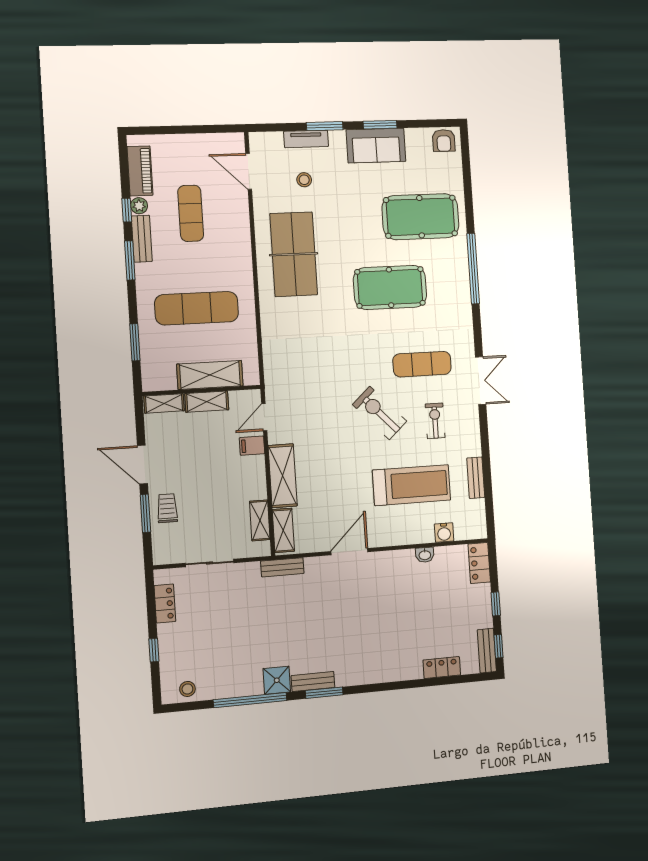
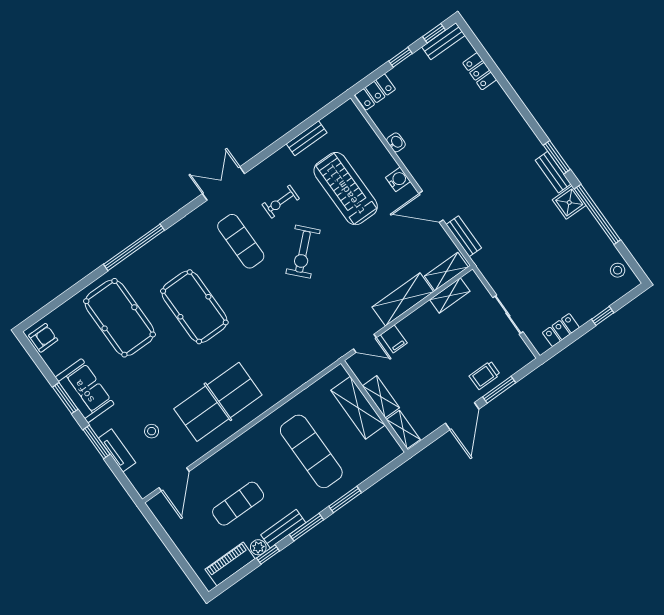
window: (135, 342) -> (345, 500), moved
water cooler: (444, 533) -> (398, 179), moved
bench: (282, 567) -> (464, 236), moved

